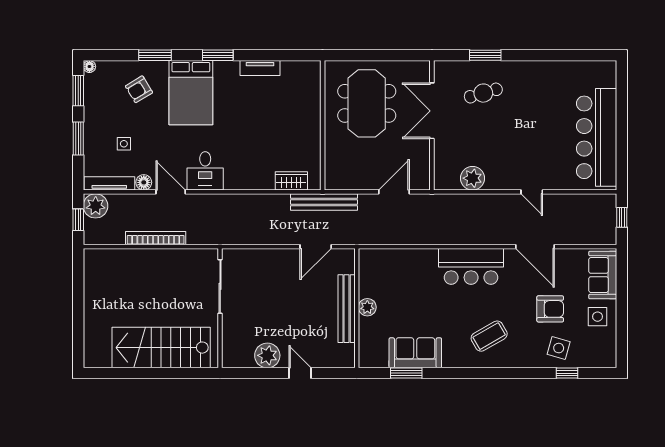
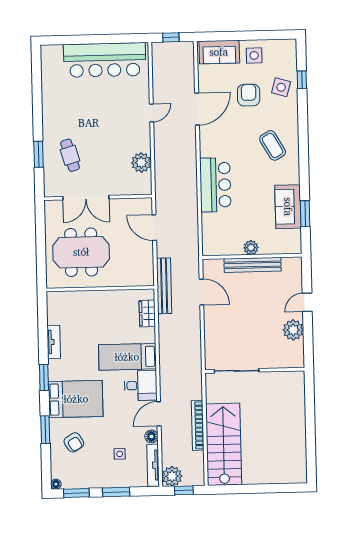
bed: (240, 156) -> (127, 357), added
bar counter: (471, 266) -> (215, 185), moved
stairs: (161, 348) -> (224, 444), moved, turned 180

